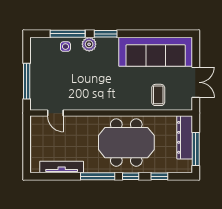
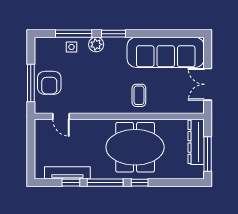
armchair: (44, 81) -> (49, 83), added
double door: (196, 82) -> (208, 84), swing flipped
coffee table: (158, 95) -> (139, 95), moved
window: (159, 176) -> (71, 183), moved

